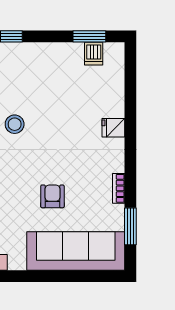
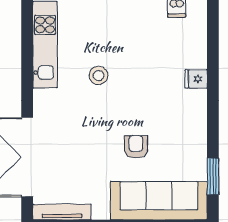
bookcase: (119, 188) -> (201, 139), removed

